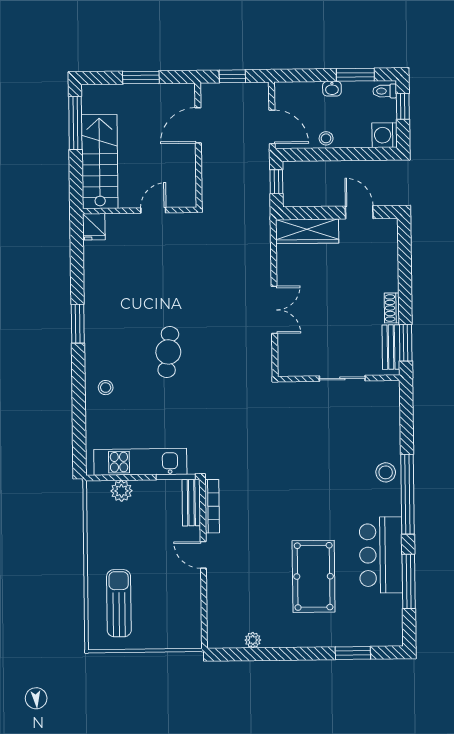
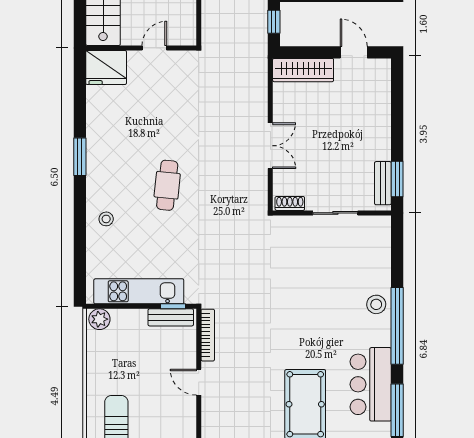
fridge: (94, 227) -> (106, 67), width x1.88, depth x1.34
shoe rack: (392, 308) -> (290, 203), moved, turned 90
window: (176, 477) -> (173, 306), width x0.67
plant: (121, 491) -> (99, 319), moved
bench: (191, 503) -> (171, 317), moved, turned 90

